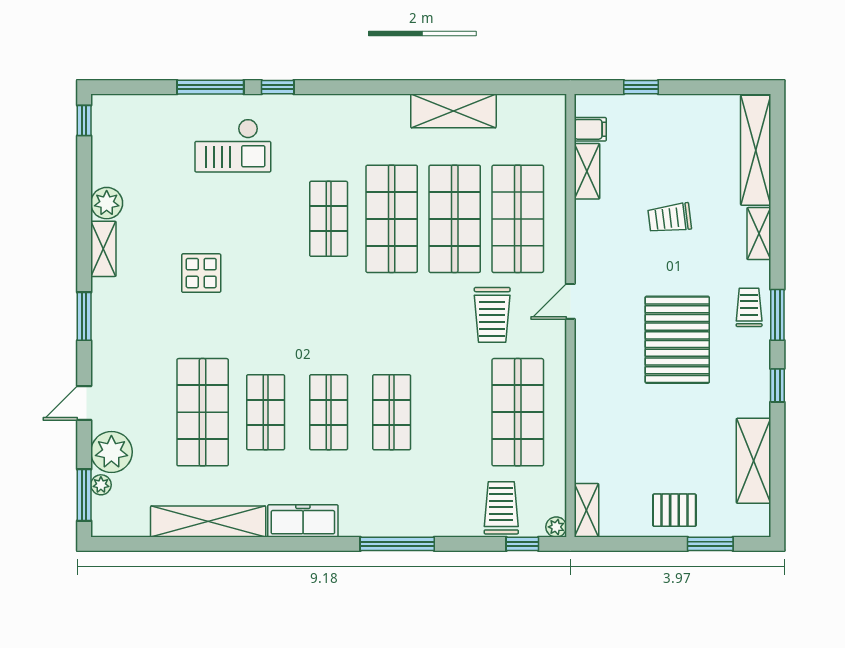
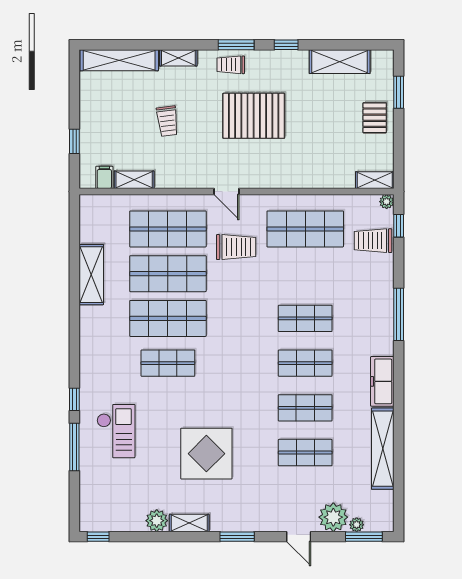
display table: (201, 273) -> (206, 454), width x1.86, depth x1.86
shop shelf: (203, 412) -> (305, 453), width x0.70, depth x0.74

